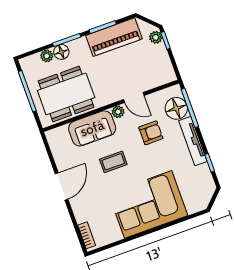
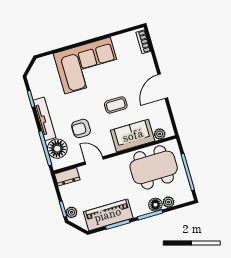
dresser: (163, 77) -> (67, 177), added
plant: (118, 112) -> (160, 134), moved

